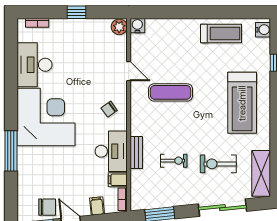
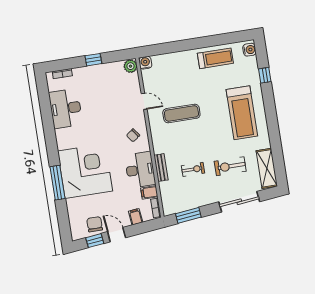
corner desk: (46, 117) -> (85, 171), moved
chair: (47, 207) -> (95, 224), turned -90

